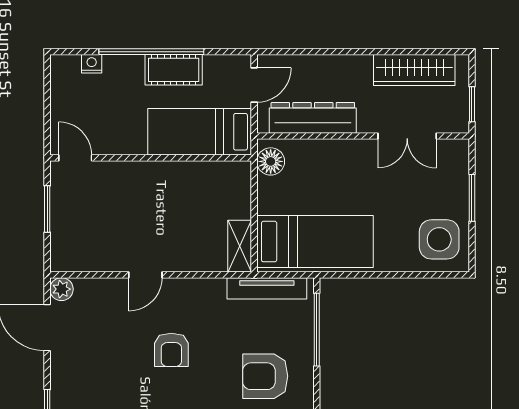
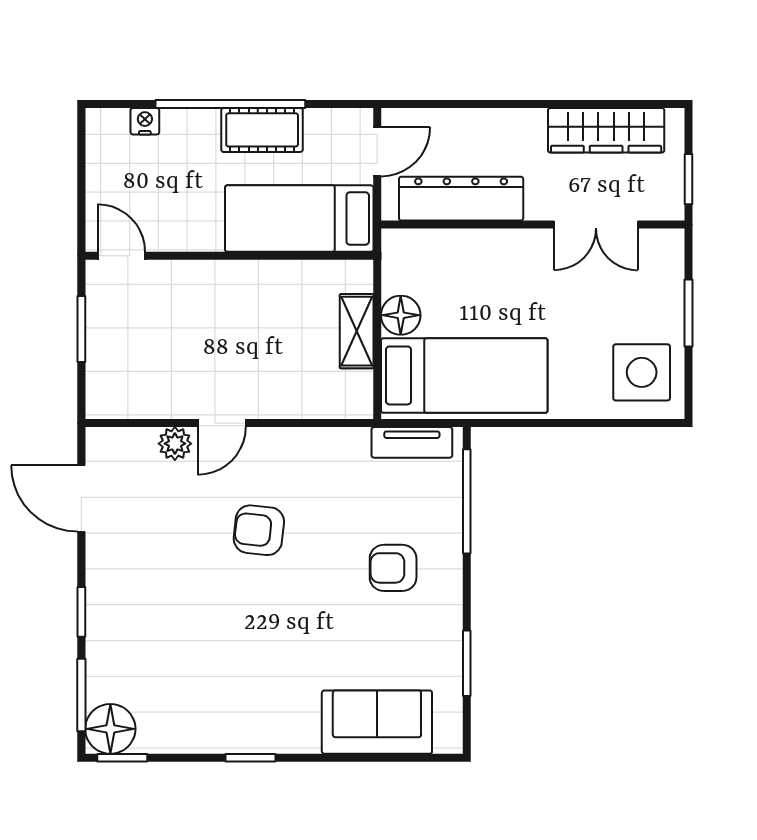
floor lamp: (271, 161) -> (401, 315), moved
shelving: (240, 246) -> (357, 331), moved
tv unit: (267, 288) -> (412, 442), width x0.71
plant: (61, 289) -> (175, 444), moved
armchair: (171, 350) -> (259, 530), turned 96
armchair: (265, 376) -> (393, 568), width x0.72, depth x0.72

